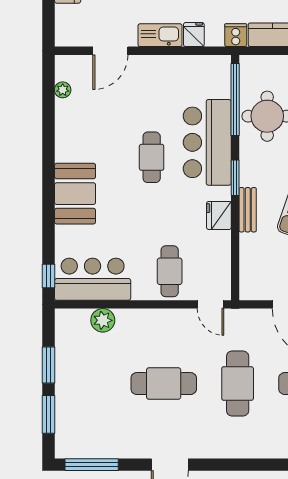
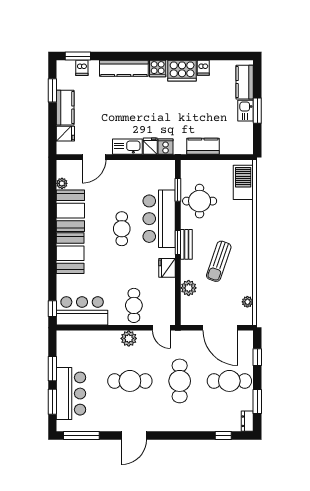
fridge: (68, 16) -> (65, 134), added
cooker: (236, 35) -> (166, 147), moved
window: (235, 100) -> (178, 190), width x0.47
booth: (75, 131) -> (70, 211), added
bench: (248, 210) -> (186, 244), moved
plant: (251, 245) -> (189, 288), added
plant: (103, 320) -> (129, 338), moved
bar counter: (76, 402) -> (71, 394), added

